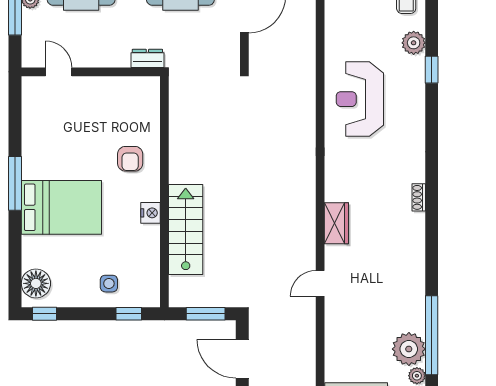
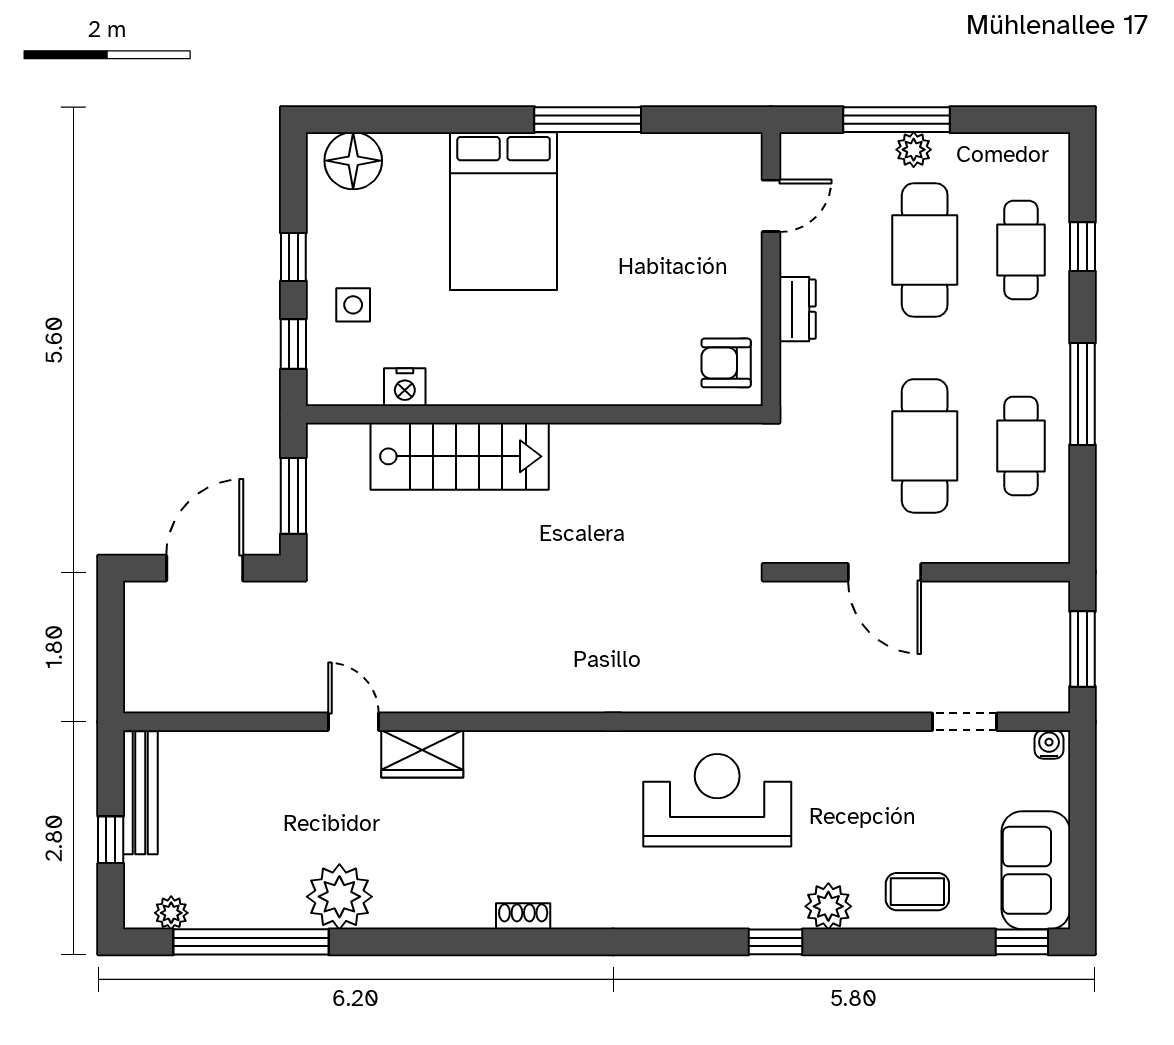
dresser: (147, 58) -> (797, 309), moved
armchair: (130, 159) -> (726, 363), moved
window: (15, 183) -> (588, 120), moved
nightstand: (151, 213) -> (405, 387), moved
wardrobe: (336, 223) -> (422, 754), moved
window: (45, 314) -> (293, 257), moved
plant: (409, 349) -> (339, 897), moved

